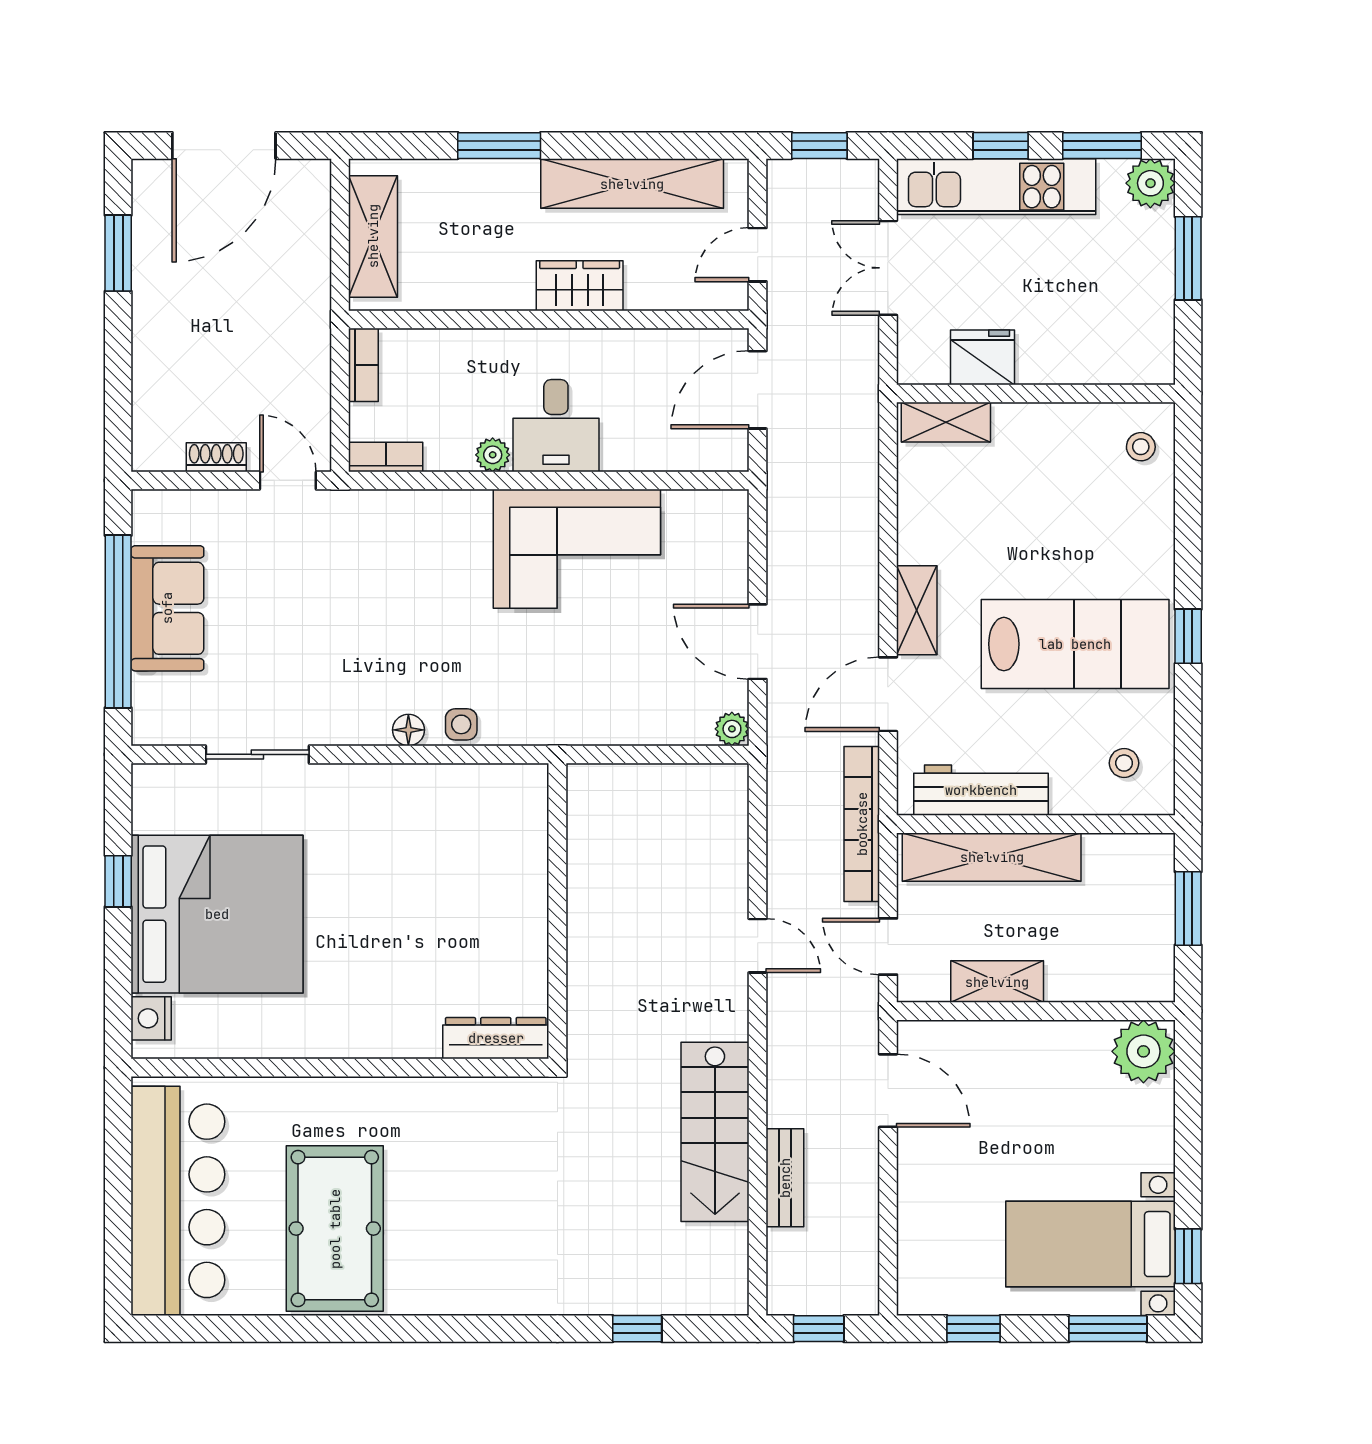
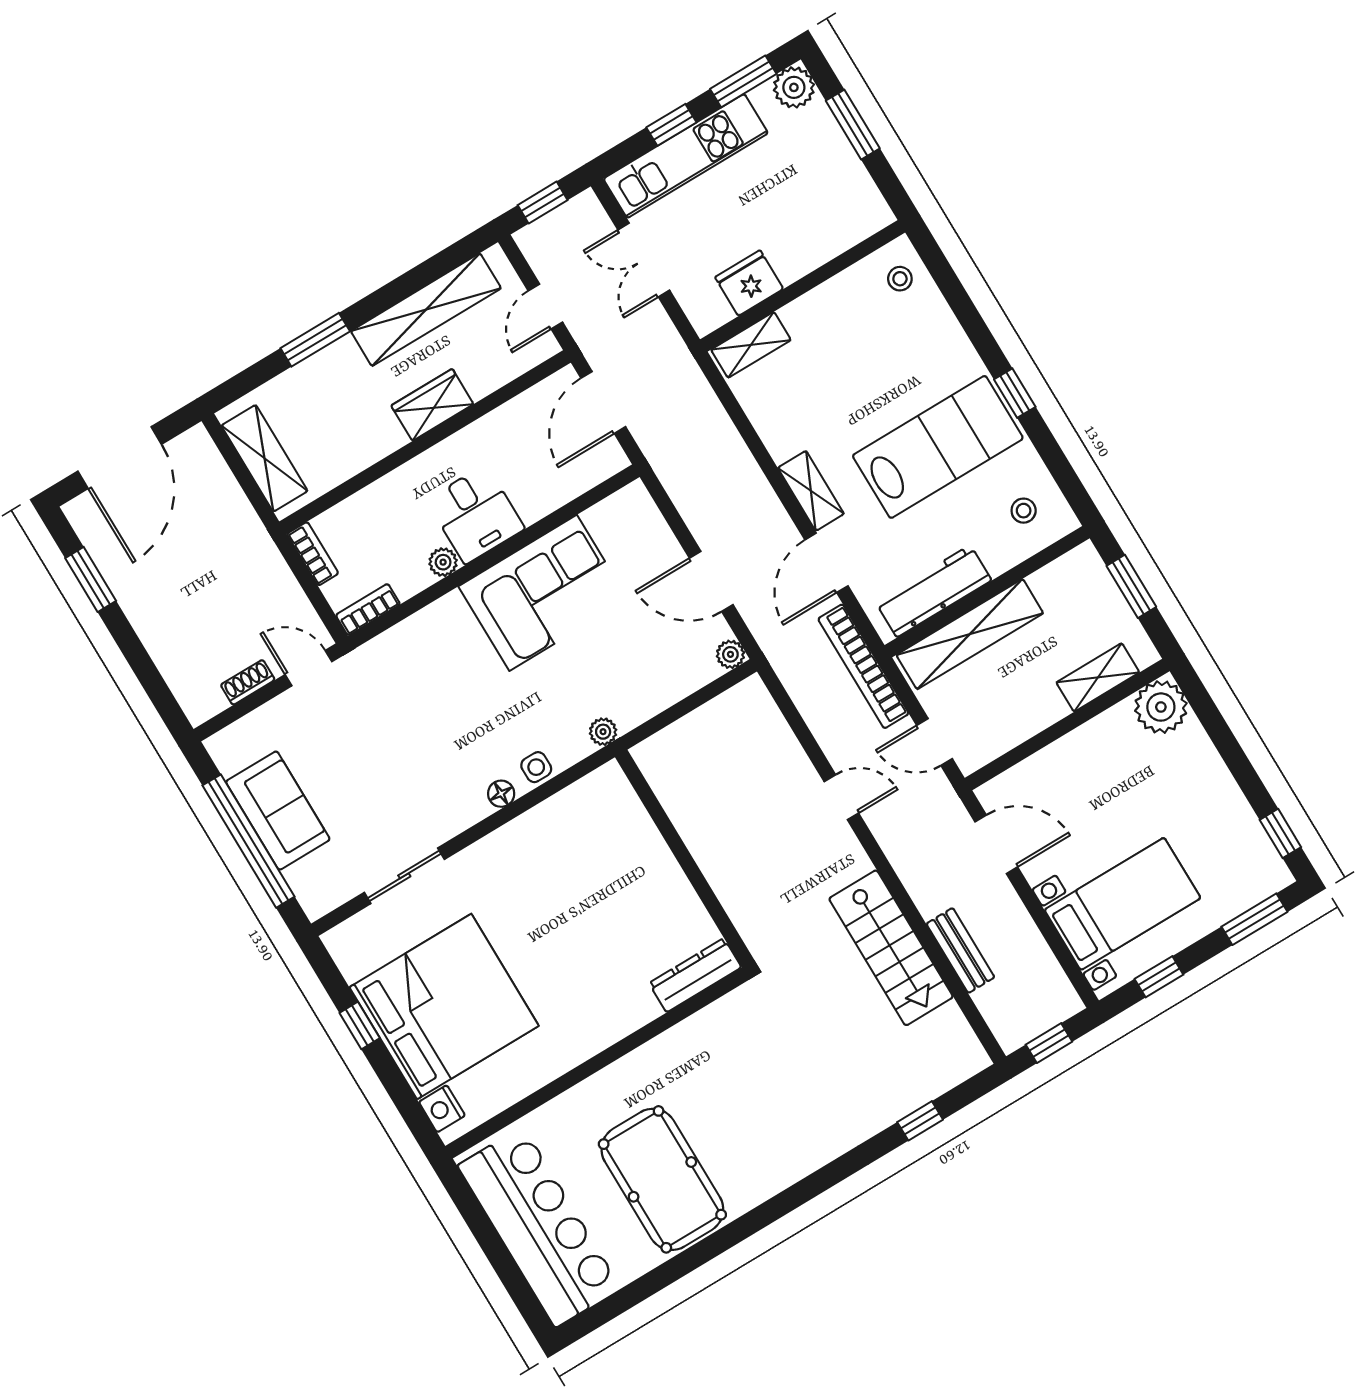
plant: (552, 729) -> (603, 732), added
shelving: (997, 982) -> (1098, 677), moved
bed with nightstands: (1091, 1244) -> (1122, 904), moved, turned 180

